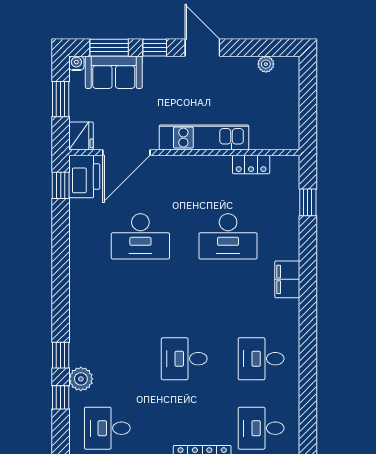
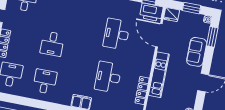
window: (155, 48) -> (208, 59), removed
sofa: (114, 72) -> (197, 52), moved
locker: (251, 164) -> (142, 90), width x1.53
desk: (184, 359) -> (52, 44), turned 180

